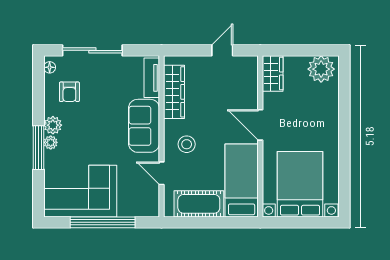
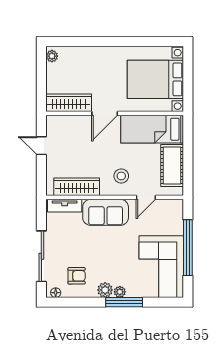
plant: (321, 69) -> (52, 56), width x0.53, depth x0.53
wardrobe: (273, 74) -> (69, 103), width x1.50

